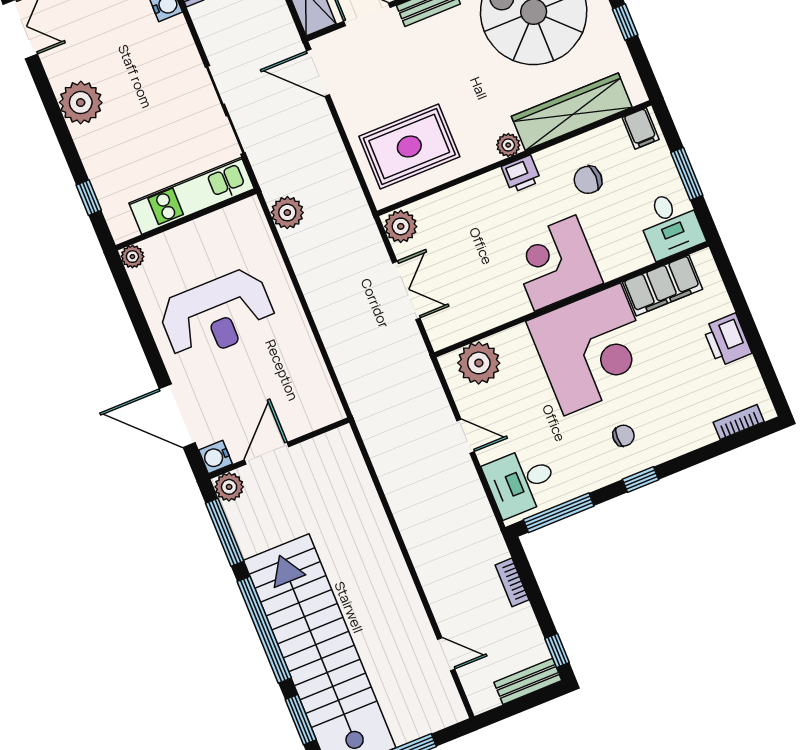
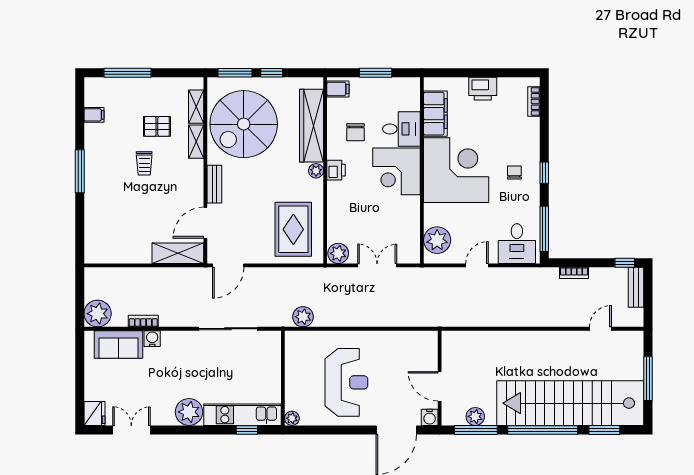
kitchen unit: (192, 196) -> (243, 415), moved, turned 90
desk: (670, 224) -> (401, 129), moved
plant: (229, 487) -> (475, 416), moved

